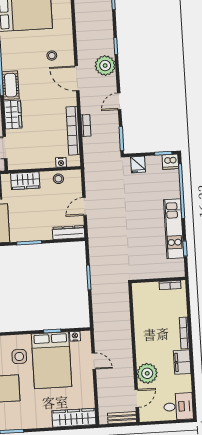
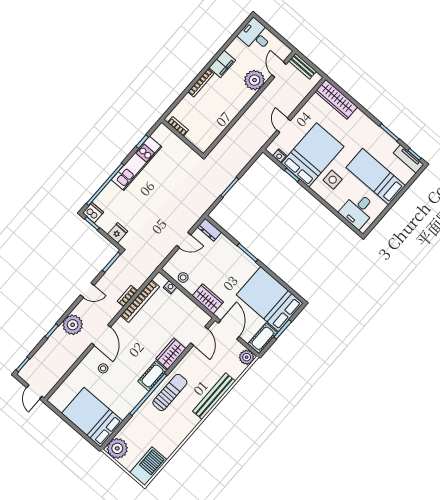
dresser: (69, 233) -> (209, 230), width x0.70
door: (137, 398) -> (279, 70), hinge flipped

